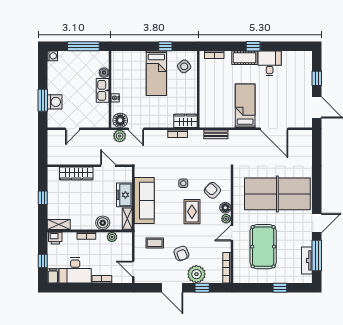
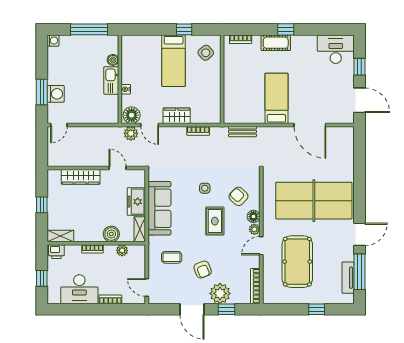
desk: (270, 63) -> (336, 49), moved, width x1.37
wardrobe: (185, 121) -> (177, 116), moved
door: (73, 129) -> (59, 125), moved
filing cabinet: (53, 276) -> (53, 296), removed

